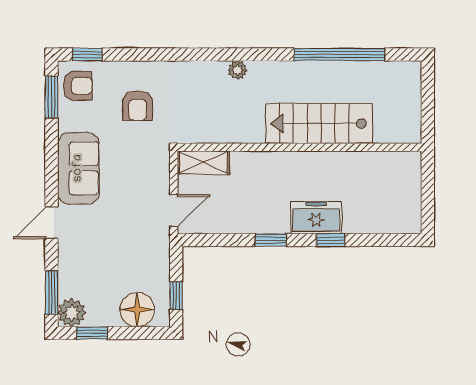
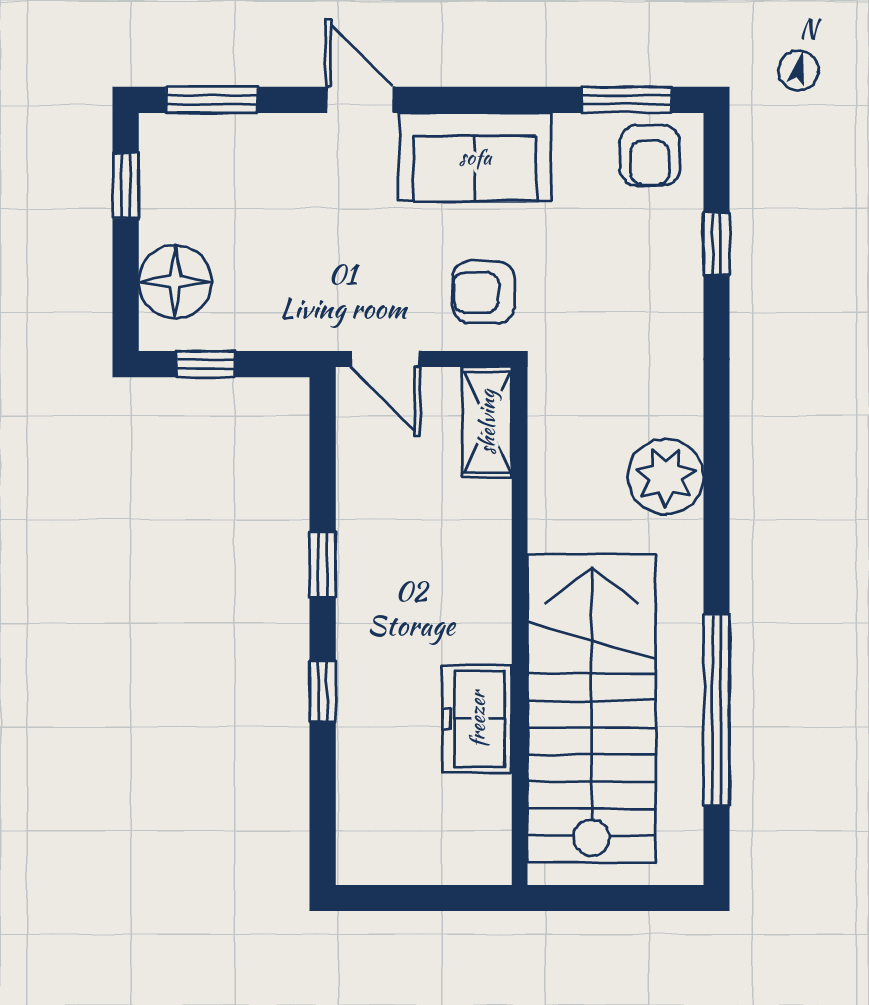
window: (87, 54) -> (717, 244), moved
plant: (238, 70) -> (666, 477), width x1.88, depth x1.88
armchair: (138, 106) -> (484, 292), moved
stairs: (319, 123) -> (592, 708), width x1.36, depth x1.51
freezer: (316, 218) -> (477, 719), moved, turned 180
plant: (72, 313) -> (168, 143), removed

